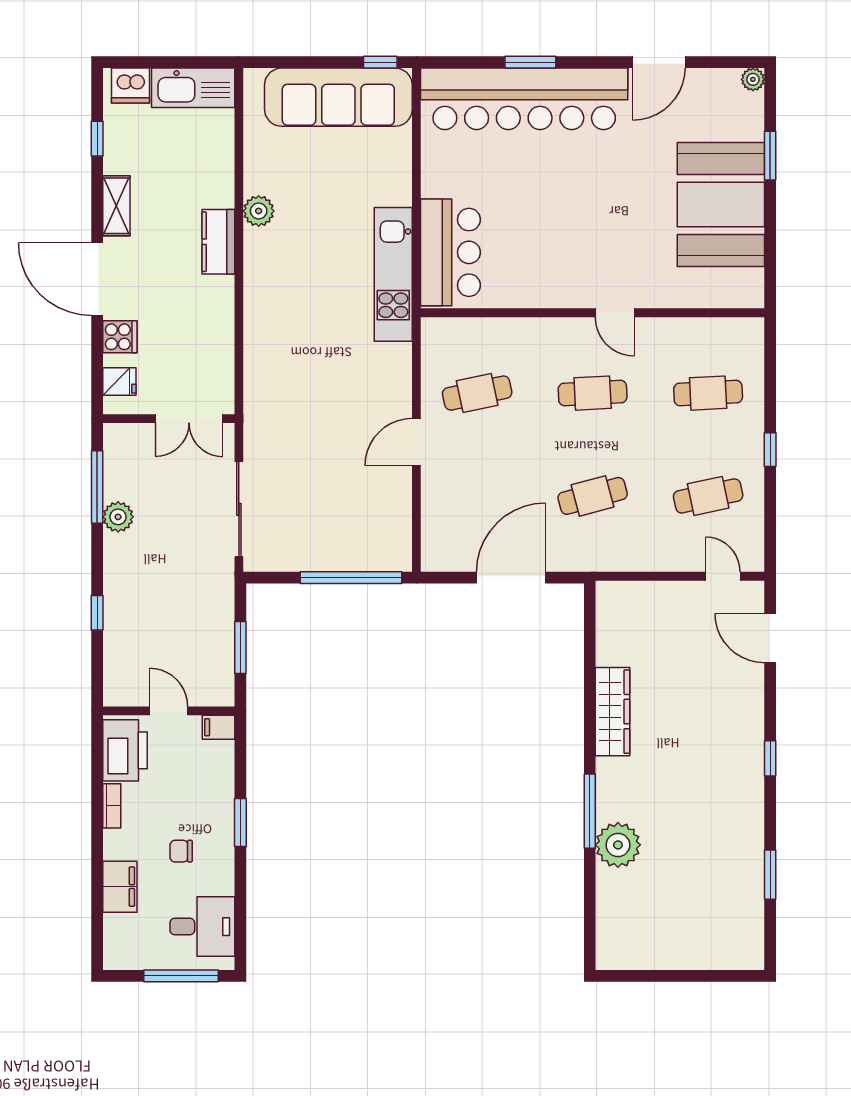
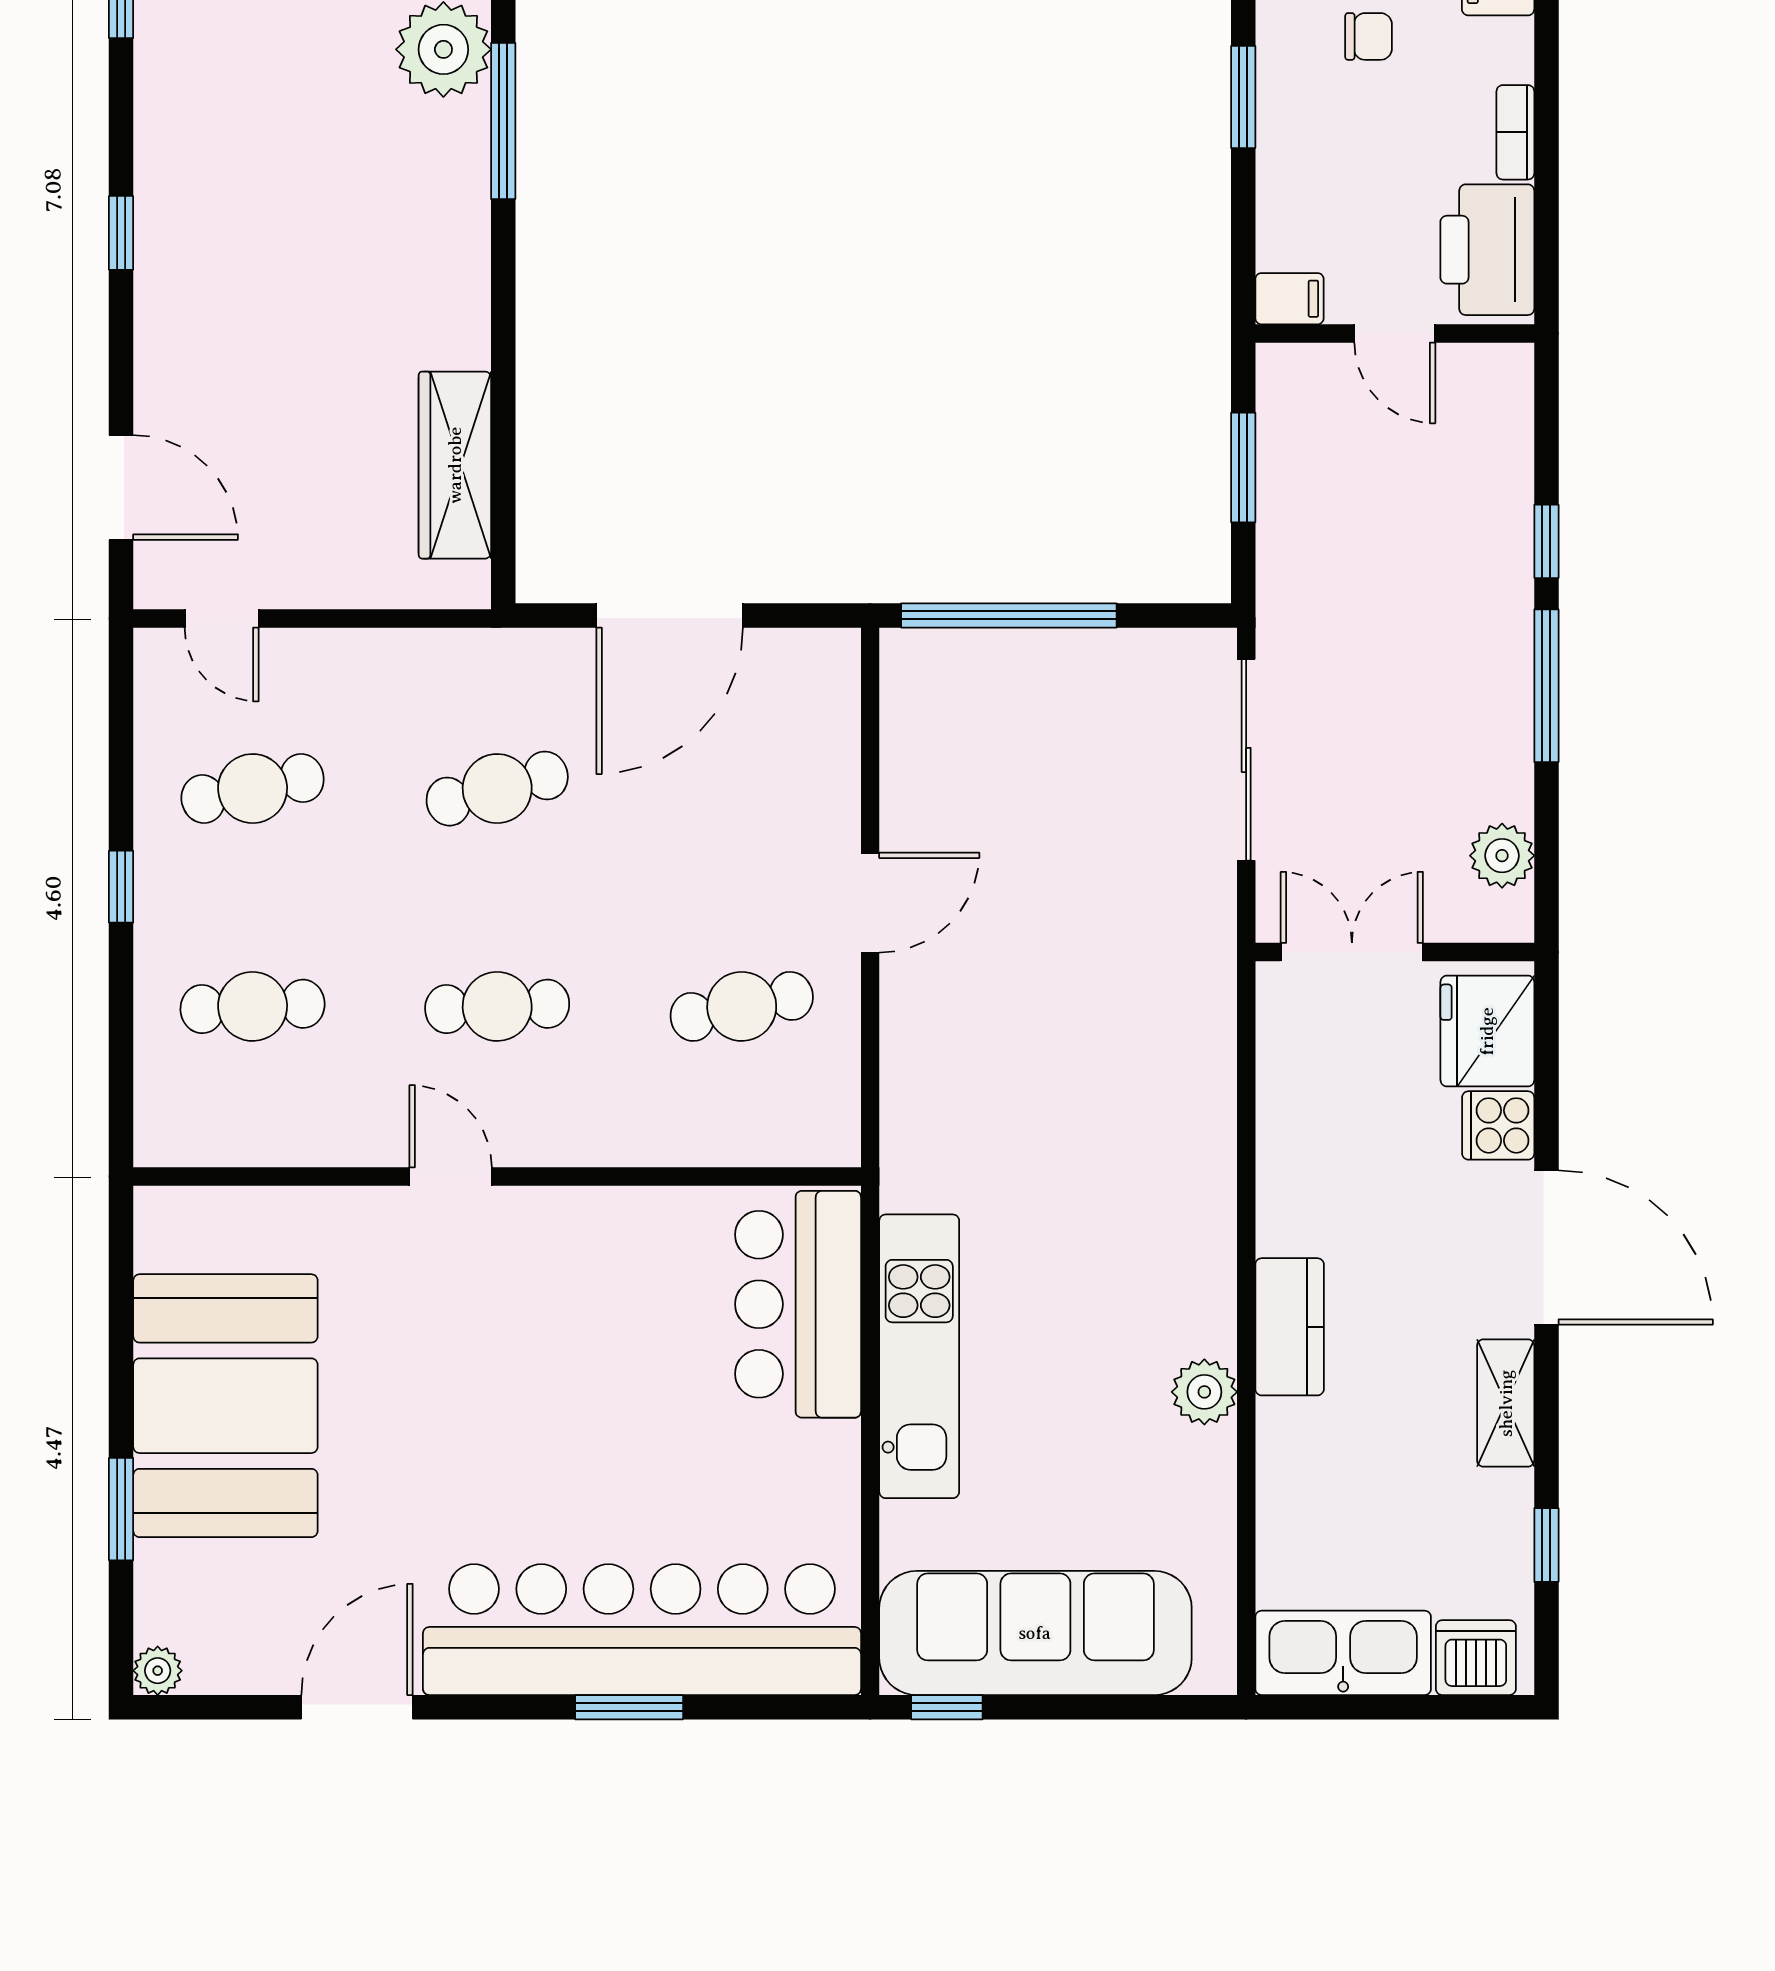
kitchen unit: (393, 274) -> (919, 1356), moved
fridge: (119, 381) -> (1487, 1031), width x1.88, depth x1.34
window: (97, 487) -> (1546, 686), moved
plant: (118, 517) -> (1502, 856), moved
wardrobe: (613, 712) -> (455, 465), moved

